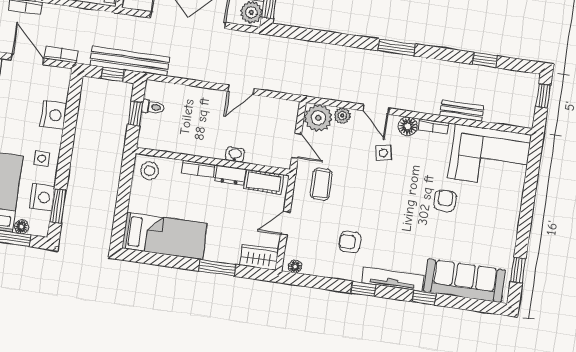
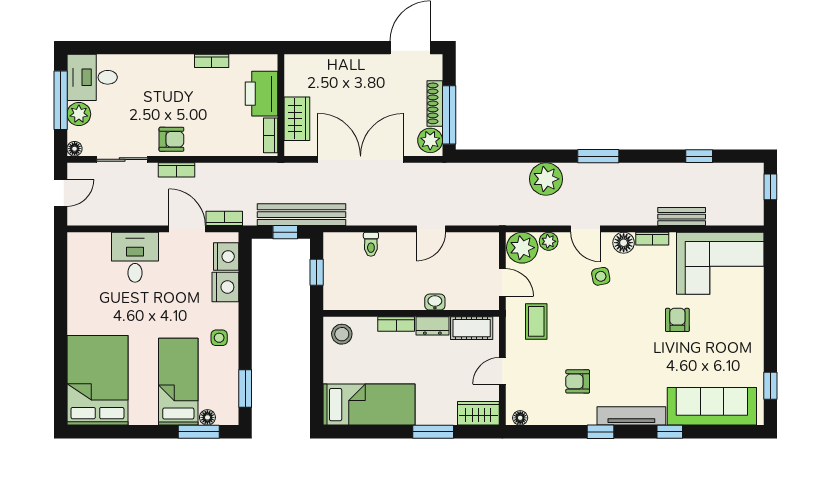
plant: (348, 61) -> (546, 179), added
toilet: (153, 107) -> (371, 244), moved, turned 90
nightstand: (42, 197) -> (226, 257), moved

